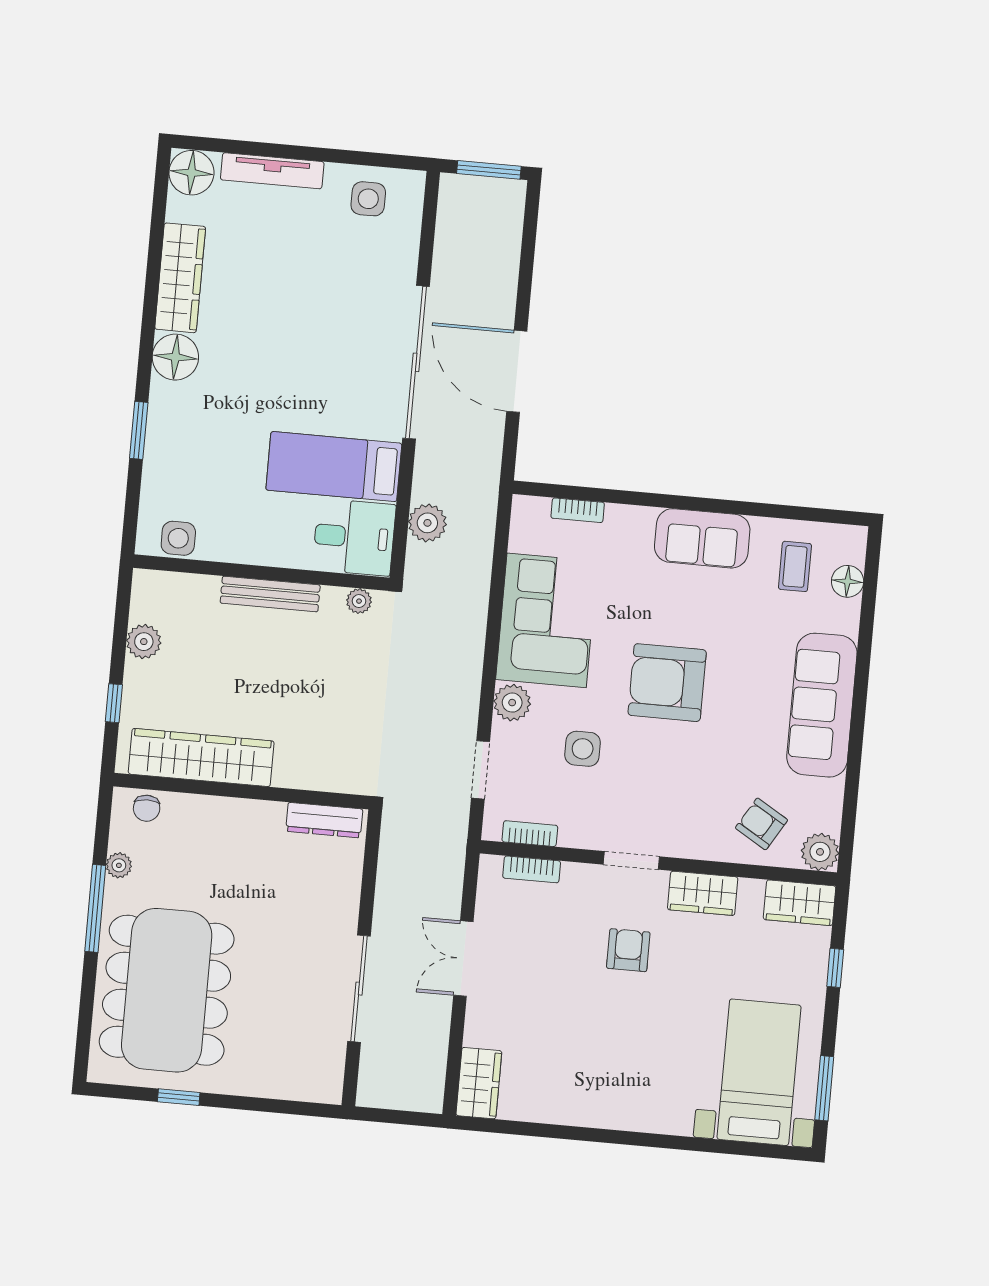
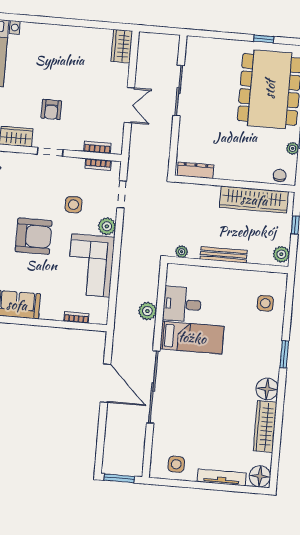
wall: (261, 573) -> (228, 265), moved
bench: (270, 594) -> (224, 255), moved
plant: (359, 601) -> (182, 252), moved

